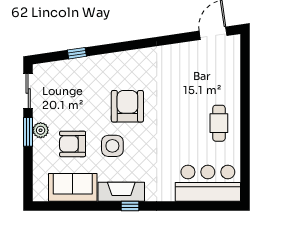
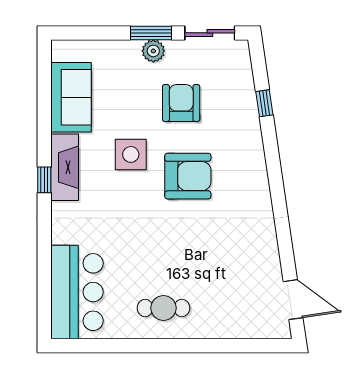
armchair: (73, 144) -> (181, 103), moved

